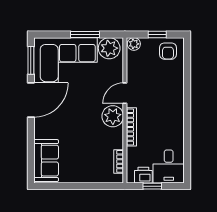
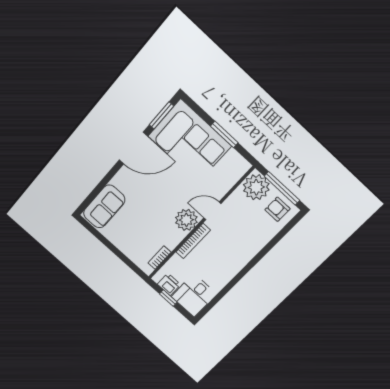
window: (157, 34) -> (282, 188), width x2.17
plant: (134, 44) -> (256, 187), width x1.87, depth x1.87
plant: (109, 48) -> (233, 164), removed
armchair: (168, 51) -> (277, 209), turned 90

